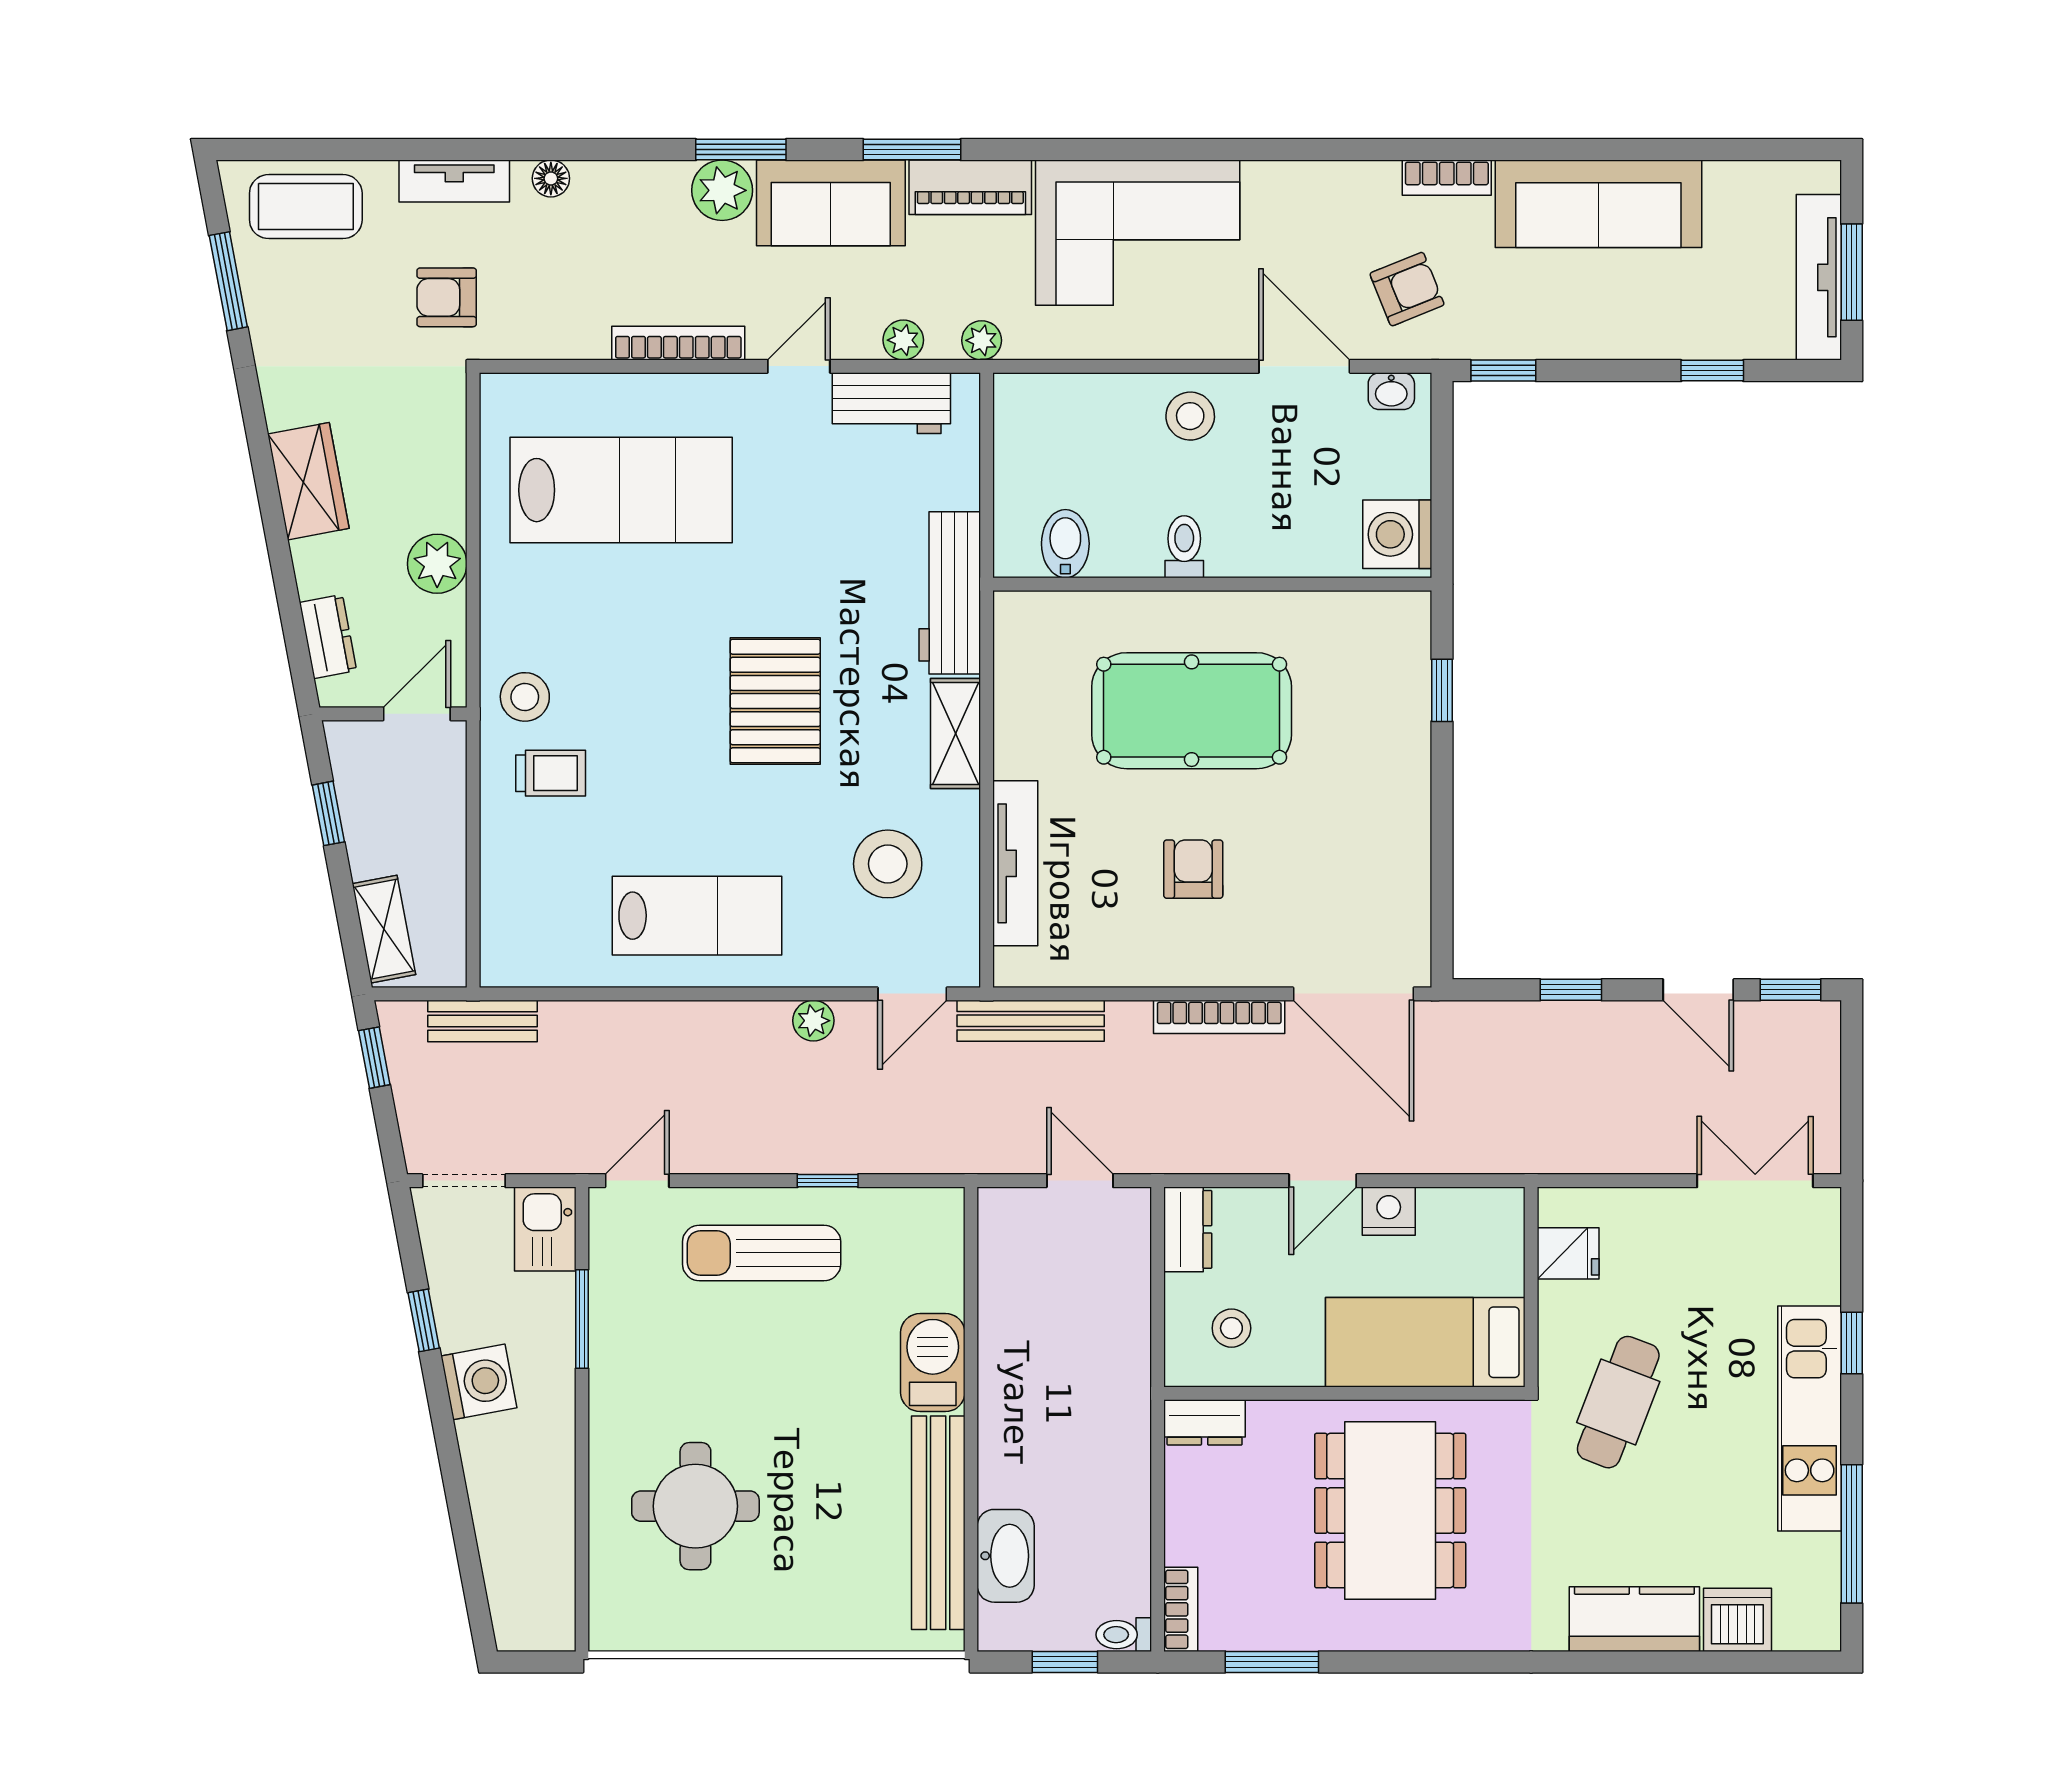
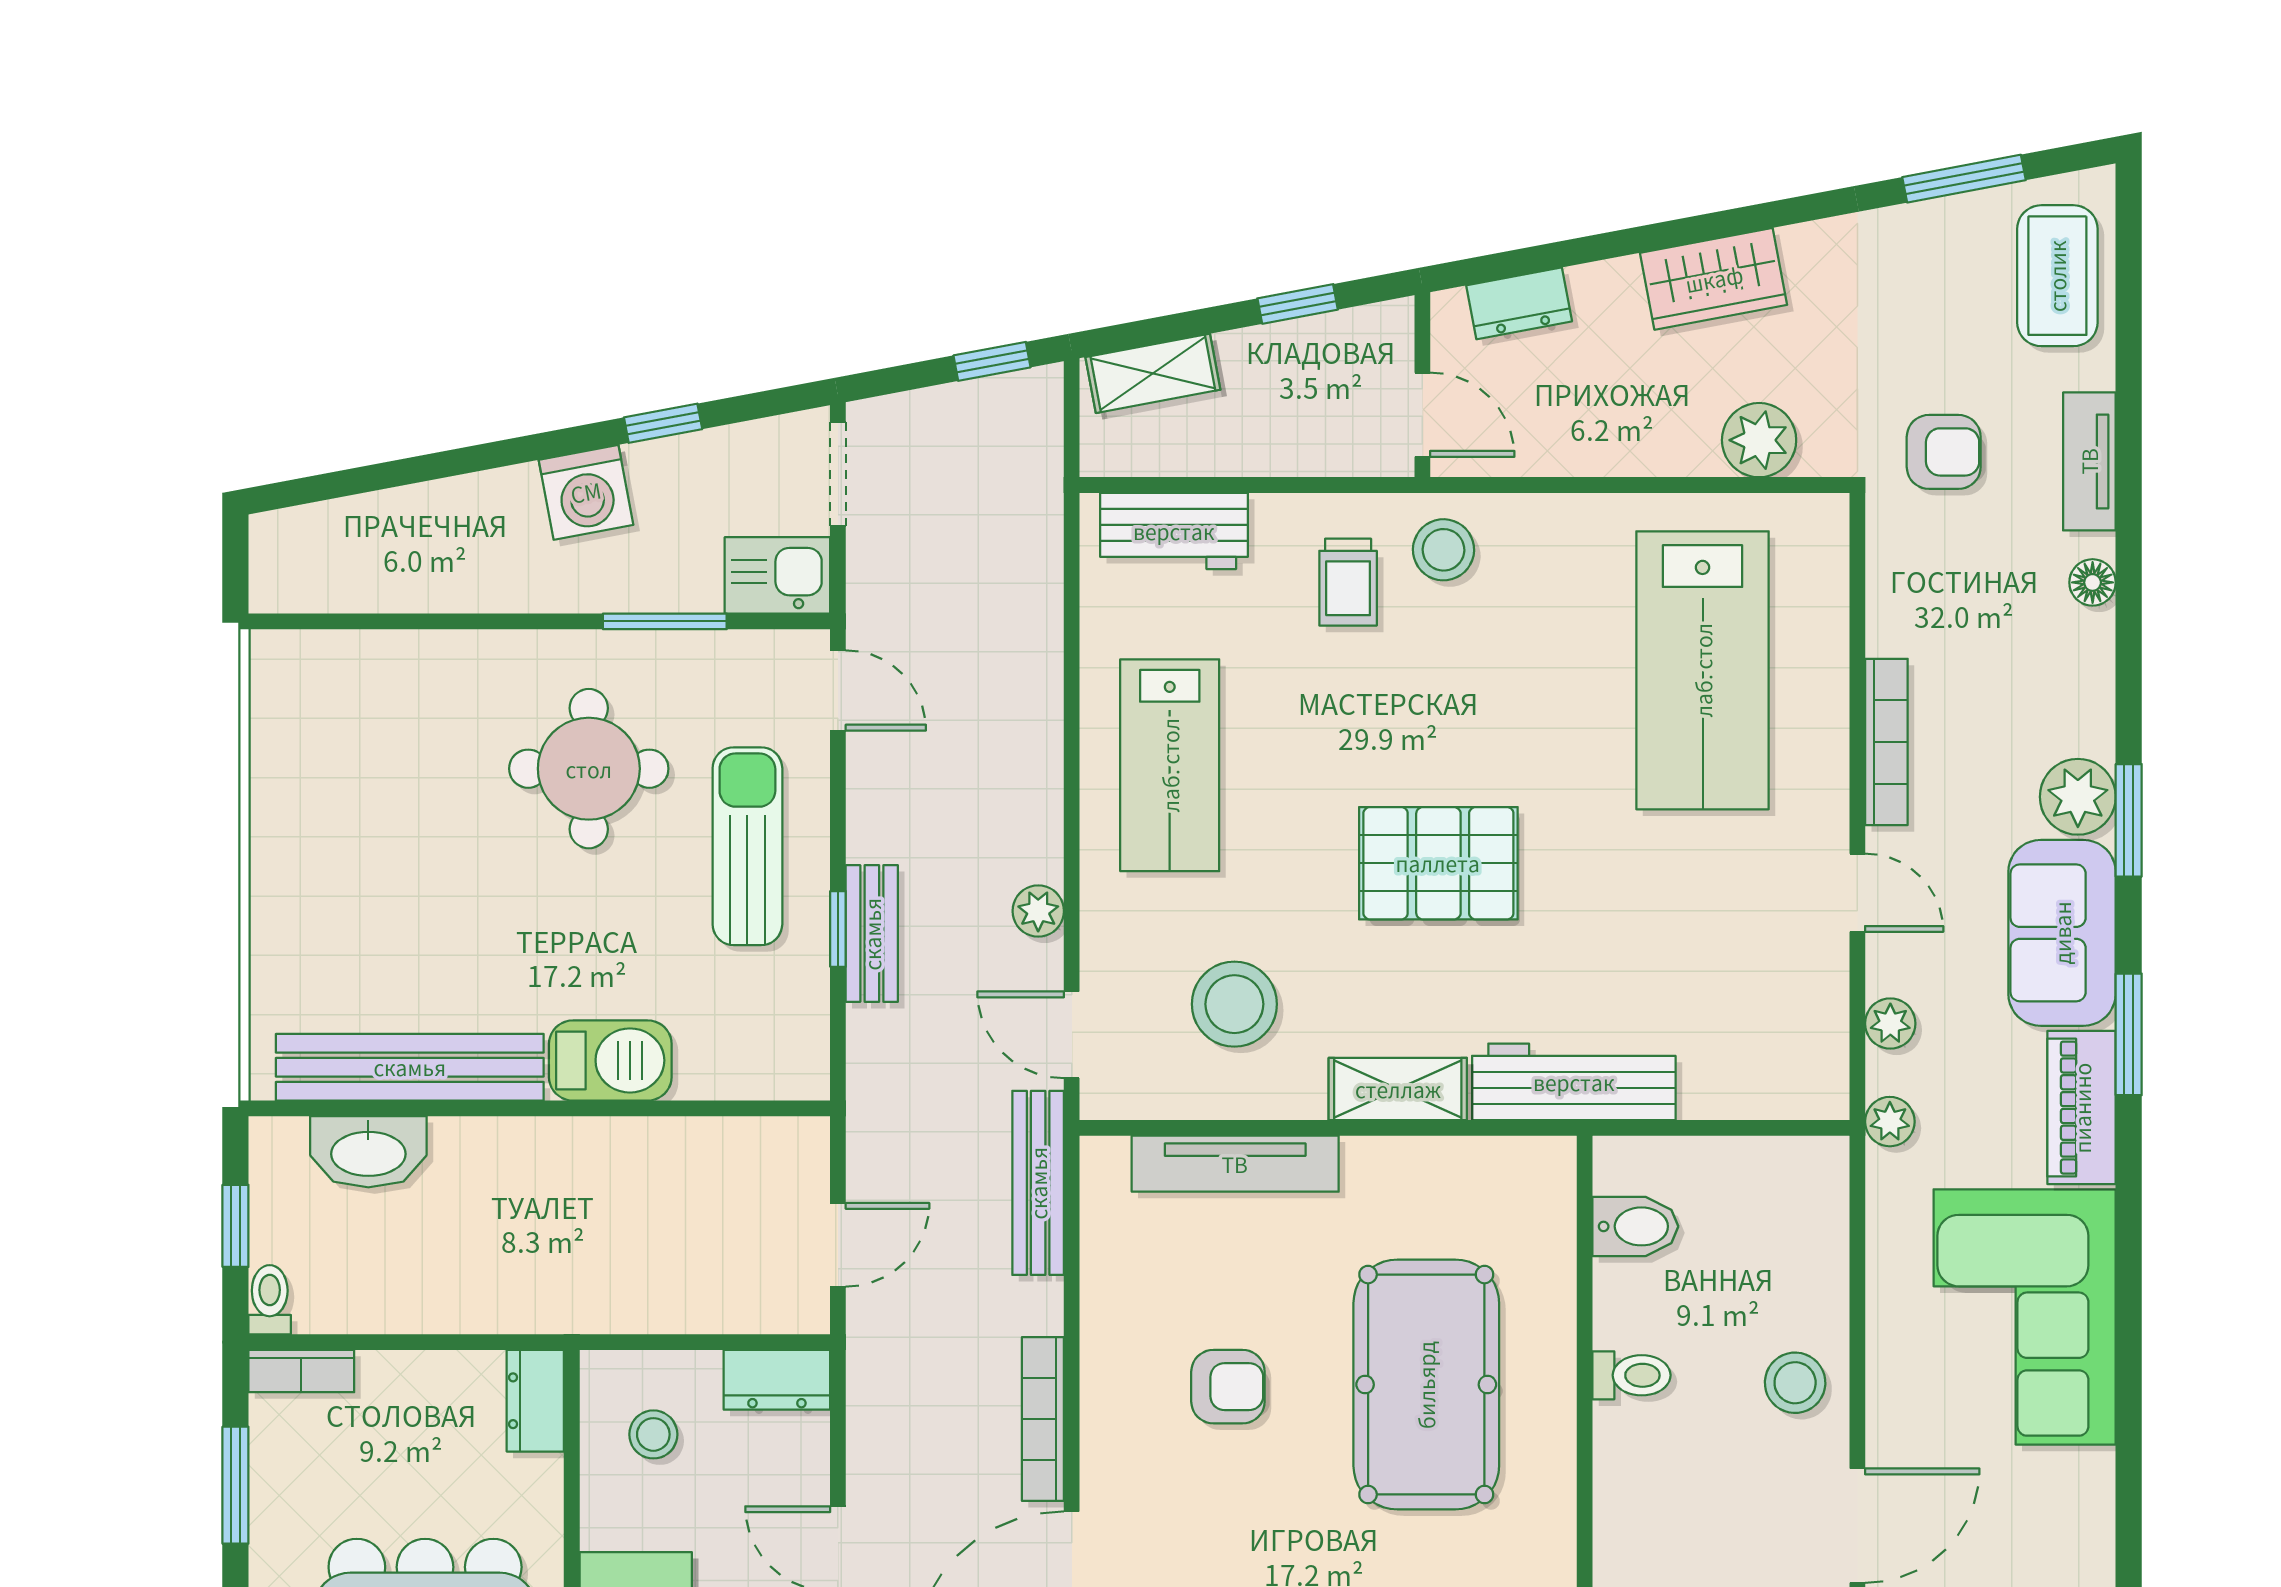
armchair: (447, 297) -> (1944, 452), turned 90
workbench: (891, 403) -> (1174, 531), moved, turned -90
plant: (437, 564) -> (1759, 440), moved
bench: (483, 1021) -> (872, 934), moved
round table: (695, 1506) -> (589, 769), moved

